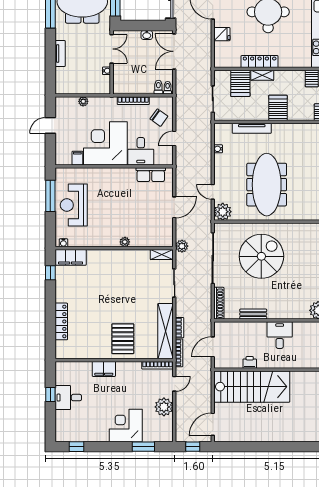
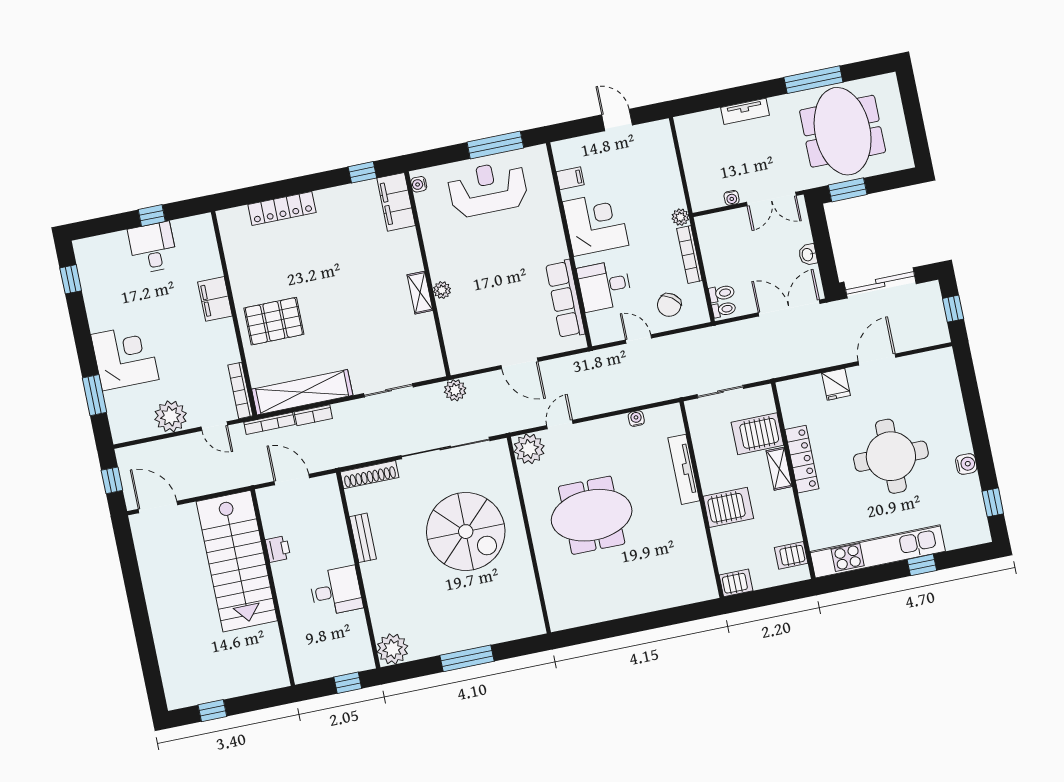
plant: (83, 101) -> (680, 217), moved
corner desk: (105, 143) -> (596, 223), width x0.74, depth x0.74
row of seats: (151, 175) -> (565, 299), width x1.48
meeting table: (267, 185) -> (592, 515), width x0.73
shelving: (162, 254) -> (420, 293), moved

